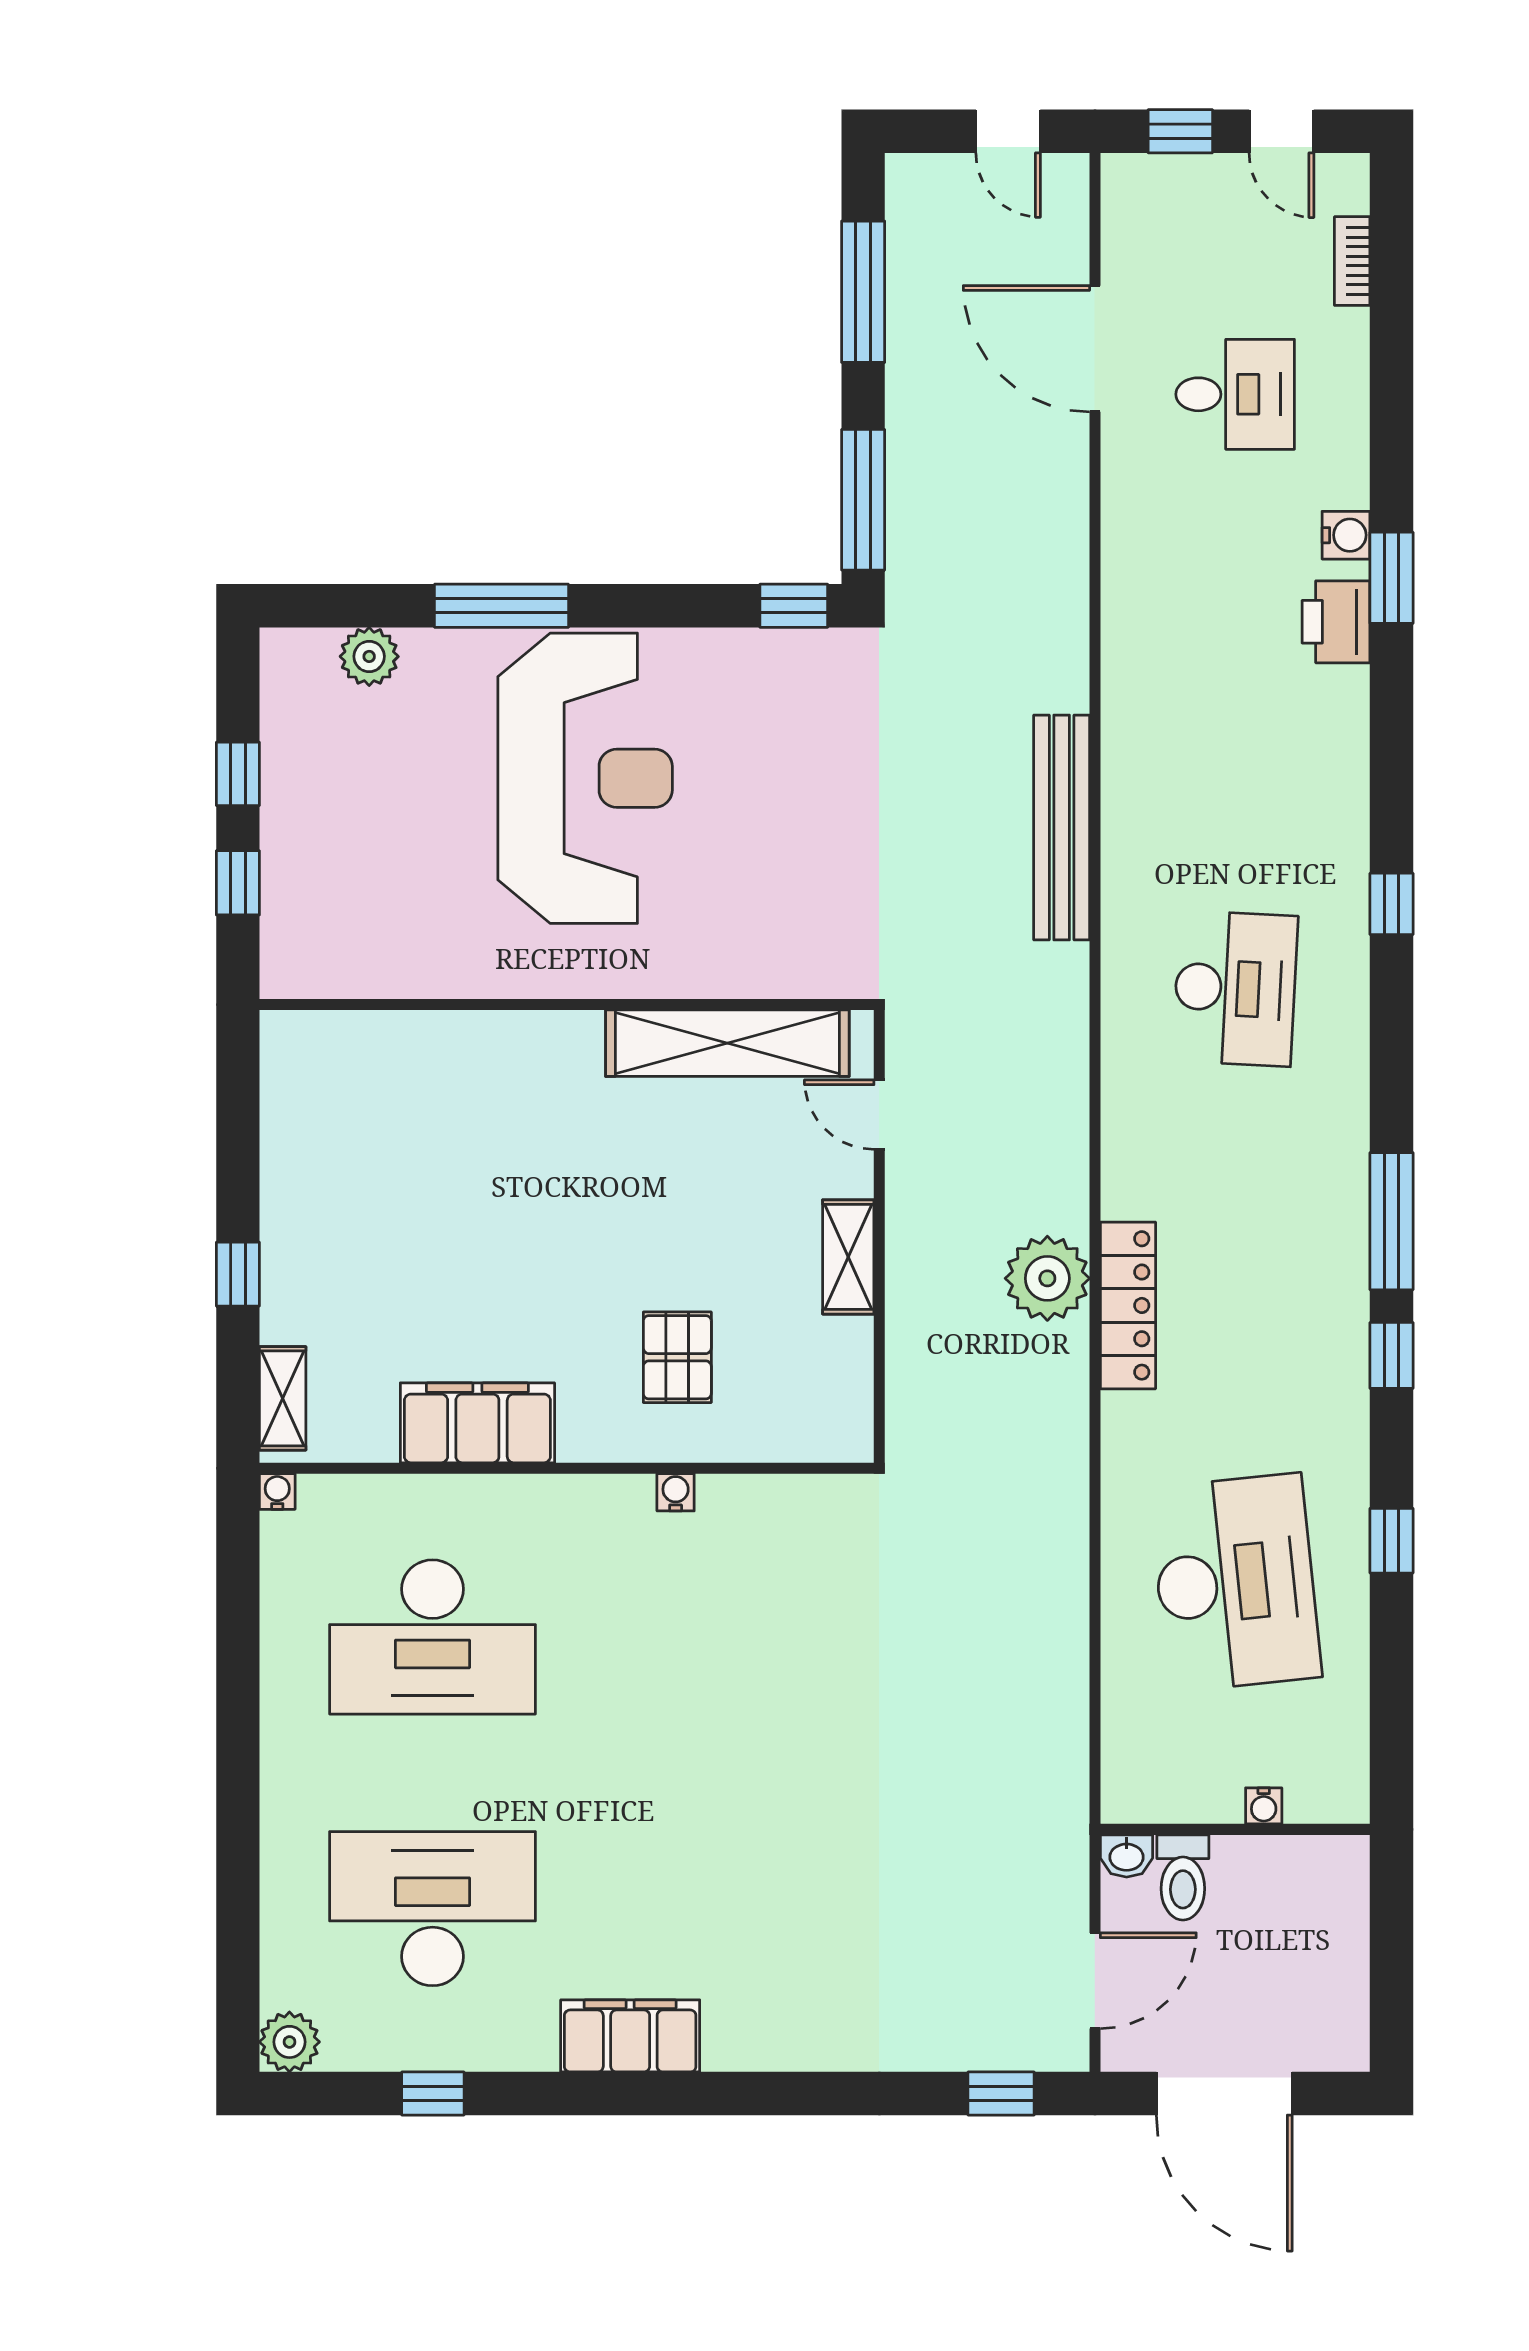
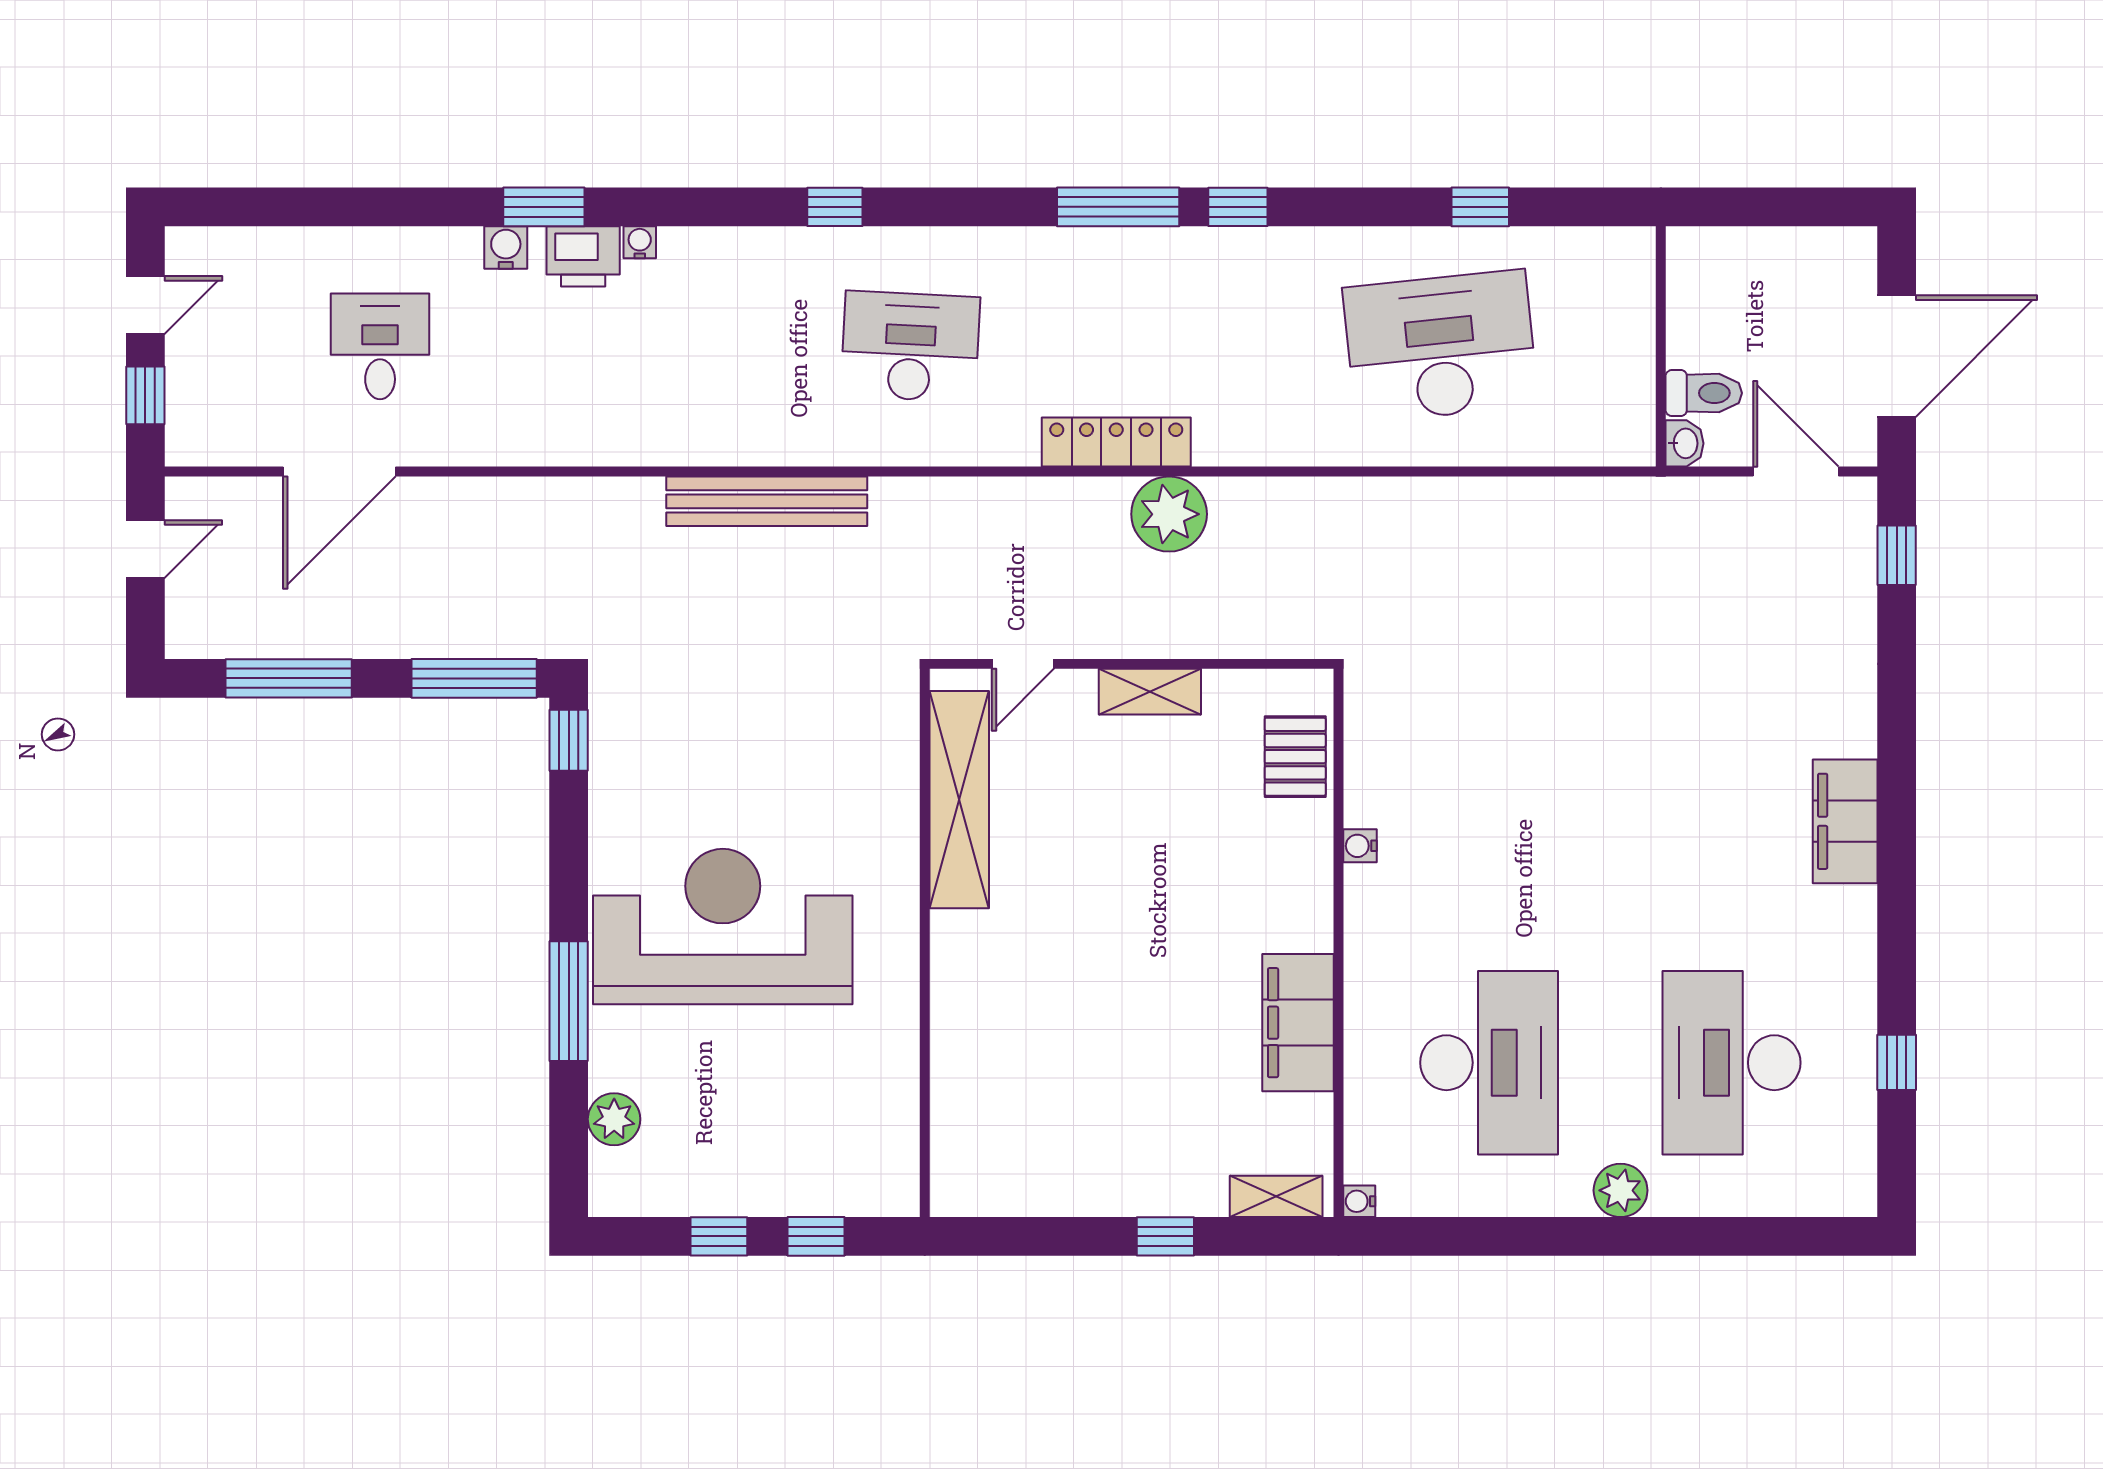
bookcase: (1352, 261) -> (261, 242), removed
locker: (1128, 1305) -> (1116, 442), moved
pallet: (677, 1357) -> (1295, 757), moved, turned 90
window: (1391, 1541) -> (1480, 207), moved
water cooler: (1264, 1806) -> (640, 242), moved, turned -90
filing cabinet: (630, 2036) -> (1845, 821), moved
plant: (289, 2042) -> (1621, 1190), moved

